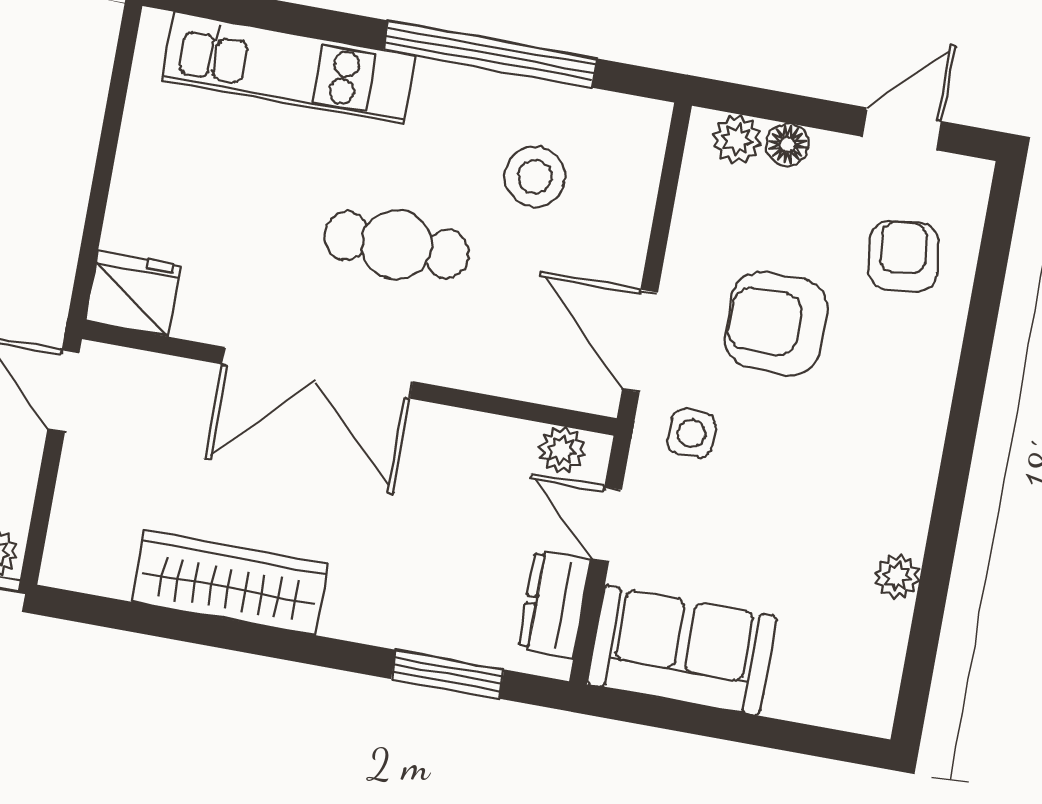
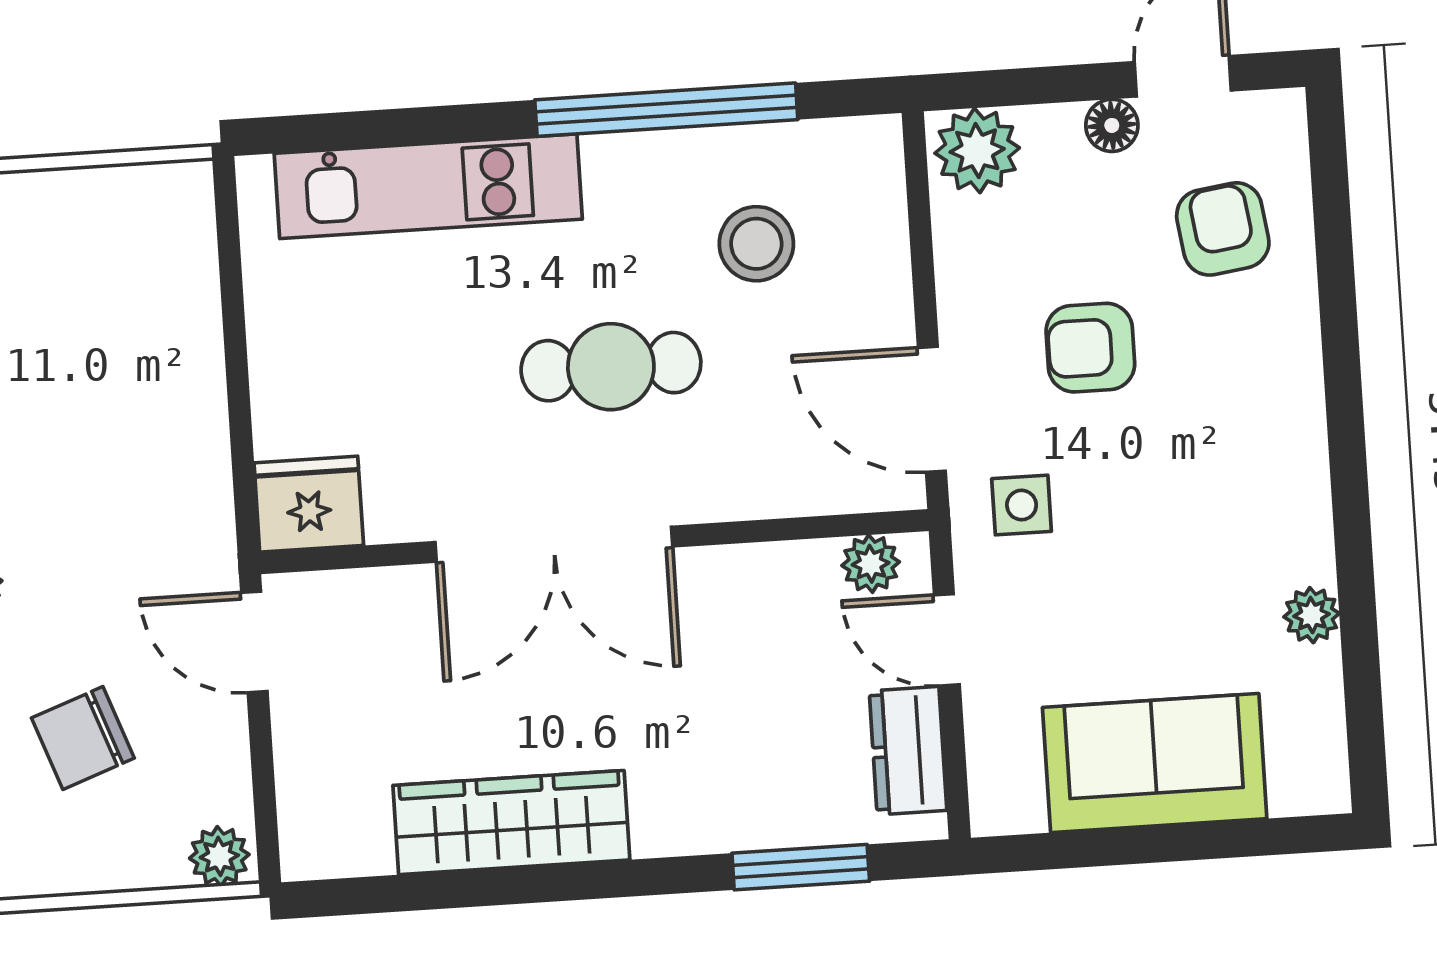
plant: (737, 139) -> (977, 150), width x1.38, depth x1.38
floor lamp: (788, 145) -> (1112, 125), moved
armchair: (776, 324) -> (1090, 348), width x0.72, depth x0.72
sofa: (682, 650) -> (1155, 763), moved

